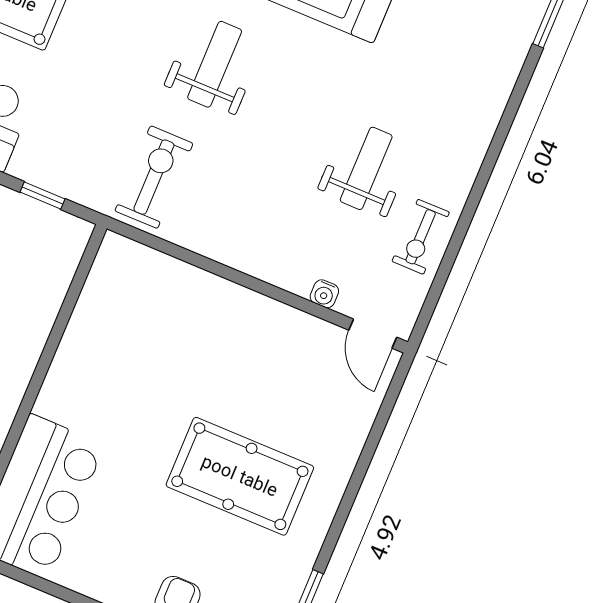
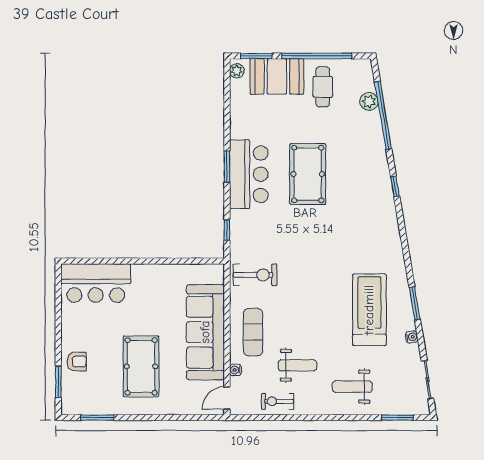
weight bench: (215, 64) -> (352, 387), moved, turned 180
exercise mat: (265, 228) -> (253, 332), added
sofa: (225, 322) -> (205, 332), added

